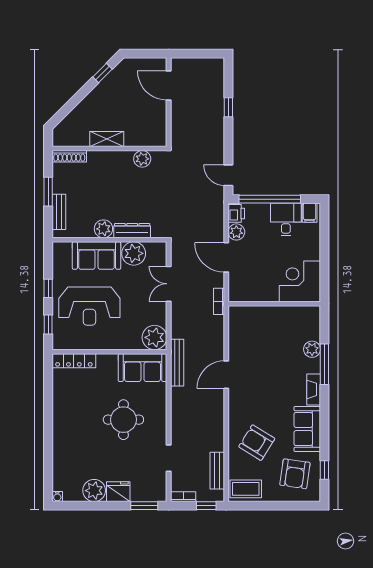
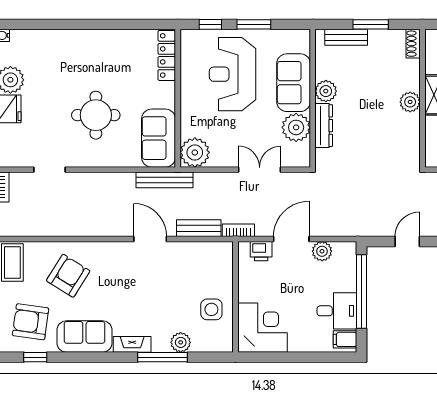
shoe rack: (69, 156) -> (413, 44), width x0.70
plant: (142, 159) -> (410, 102), moved
door: (228, 175) -> (407, 241), moved
printer: (236, 213) -> (261, 251), moved
window: (48, 288) -> (254, 24), width x1.50
side table: (285, 324) -> (211, 309), added
bench: (217, 471) -> (199, 228), moved

